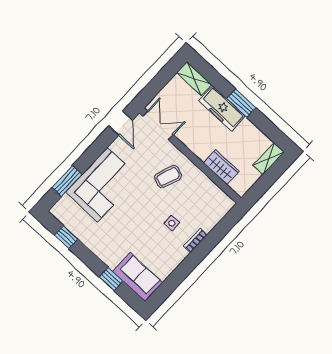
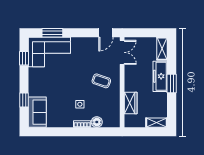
corner sofa: (102, 185) -> (49, 52), moved
floor lamp: (208, 223) -> (97, 122), added

